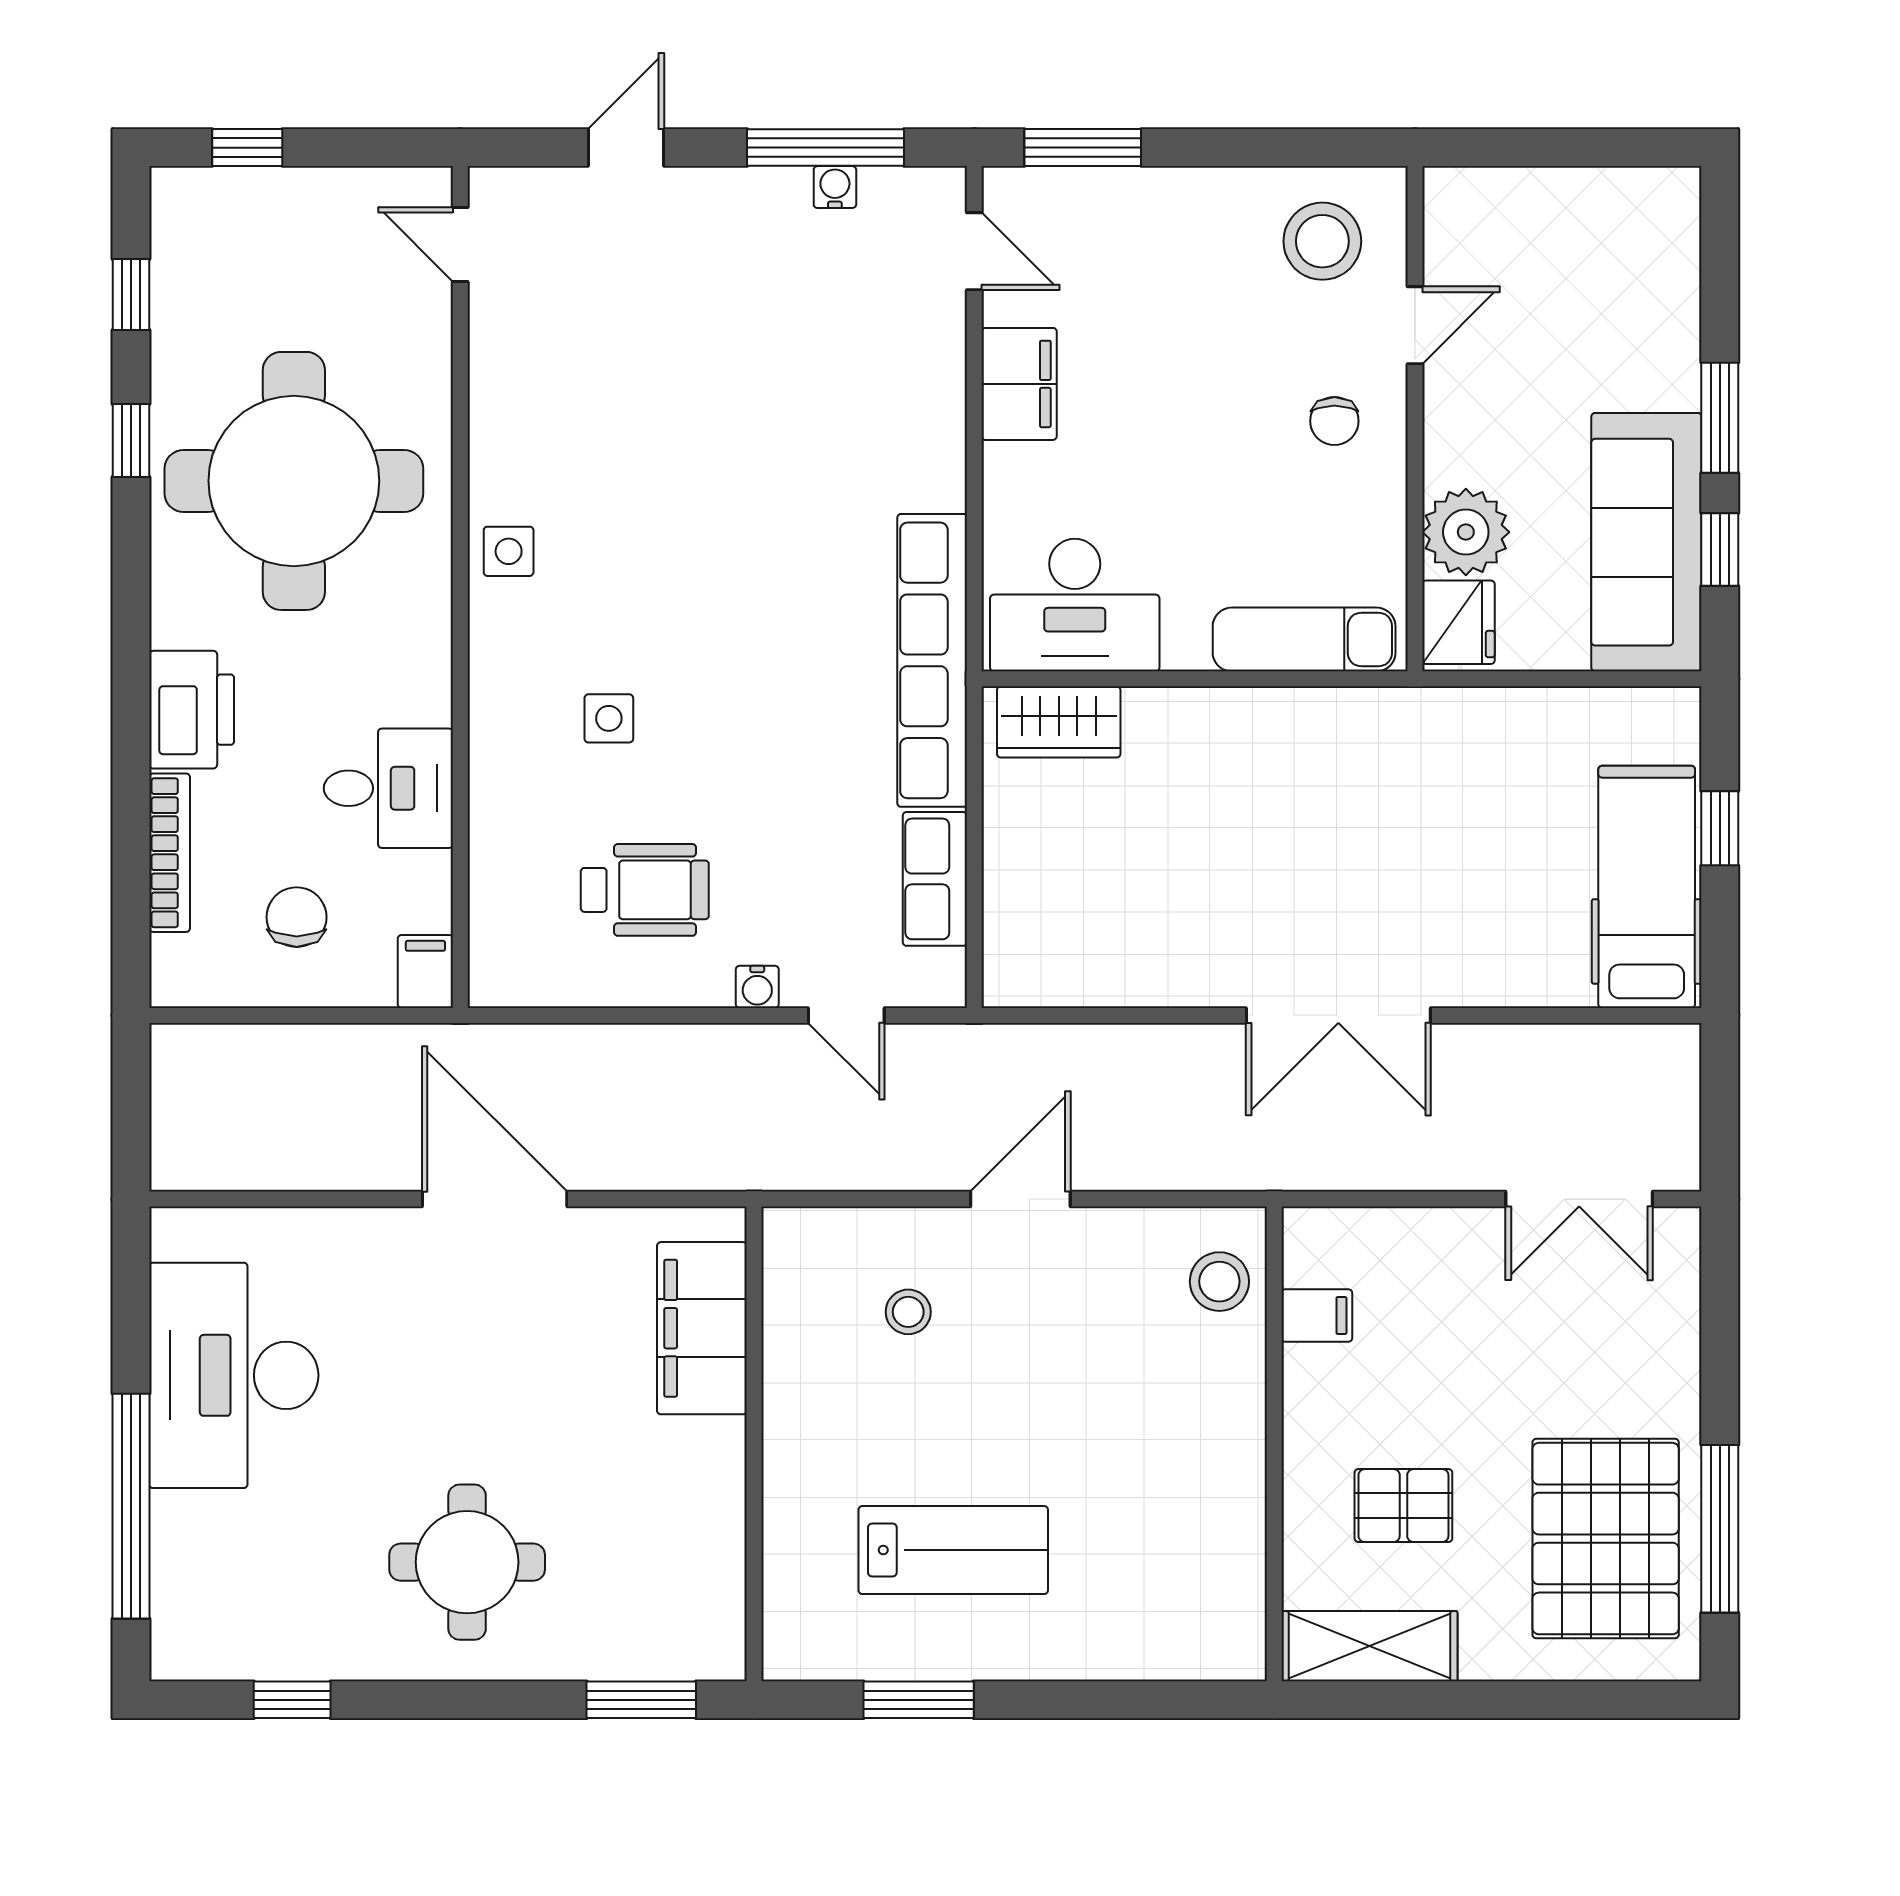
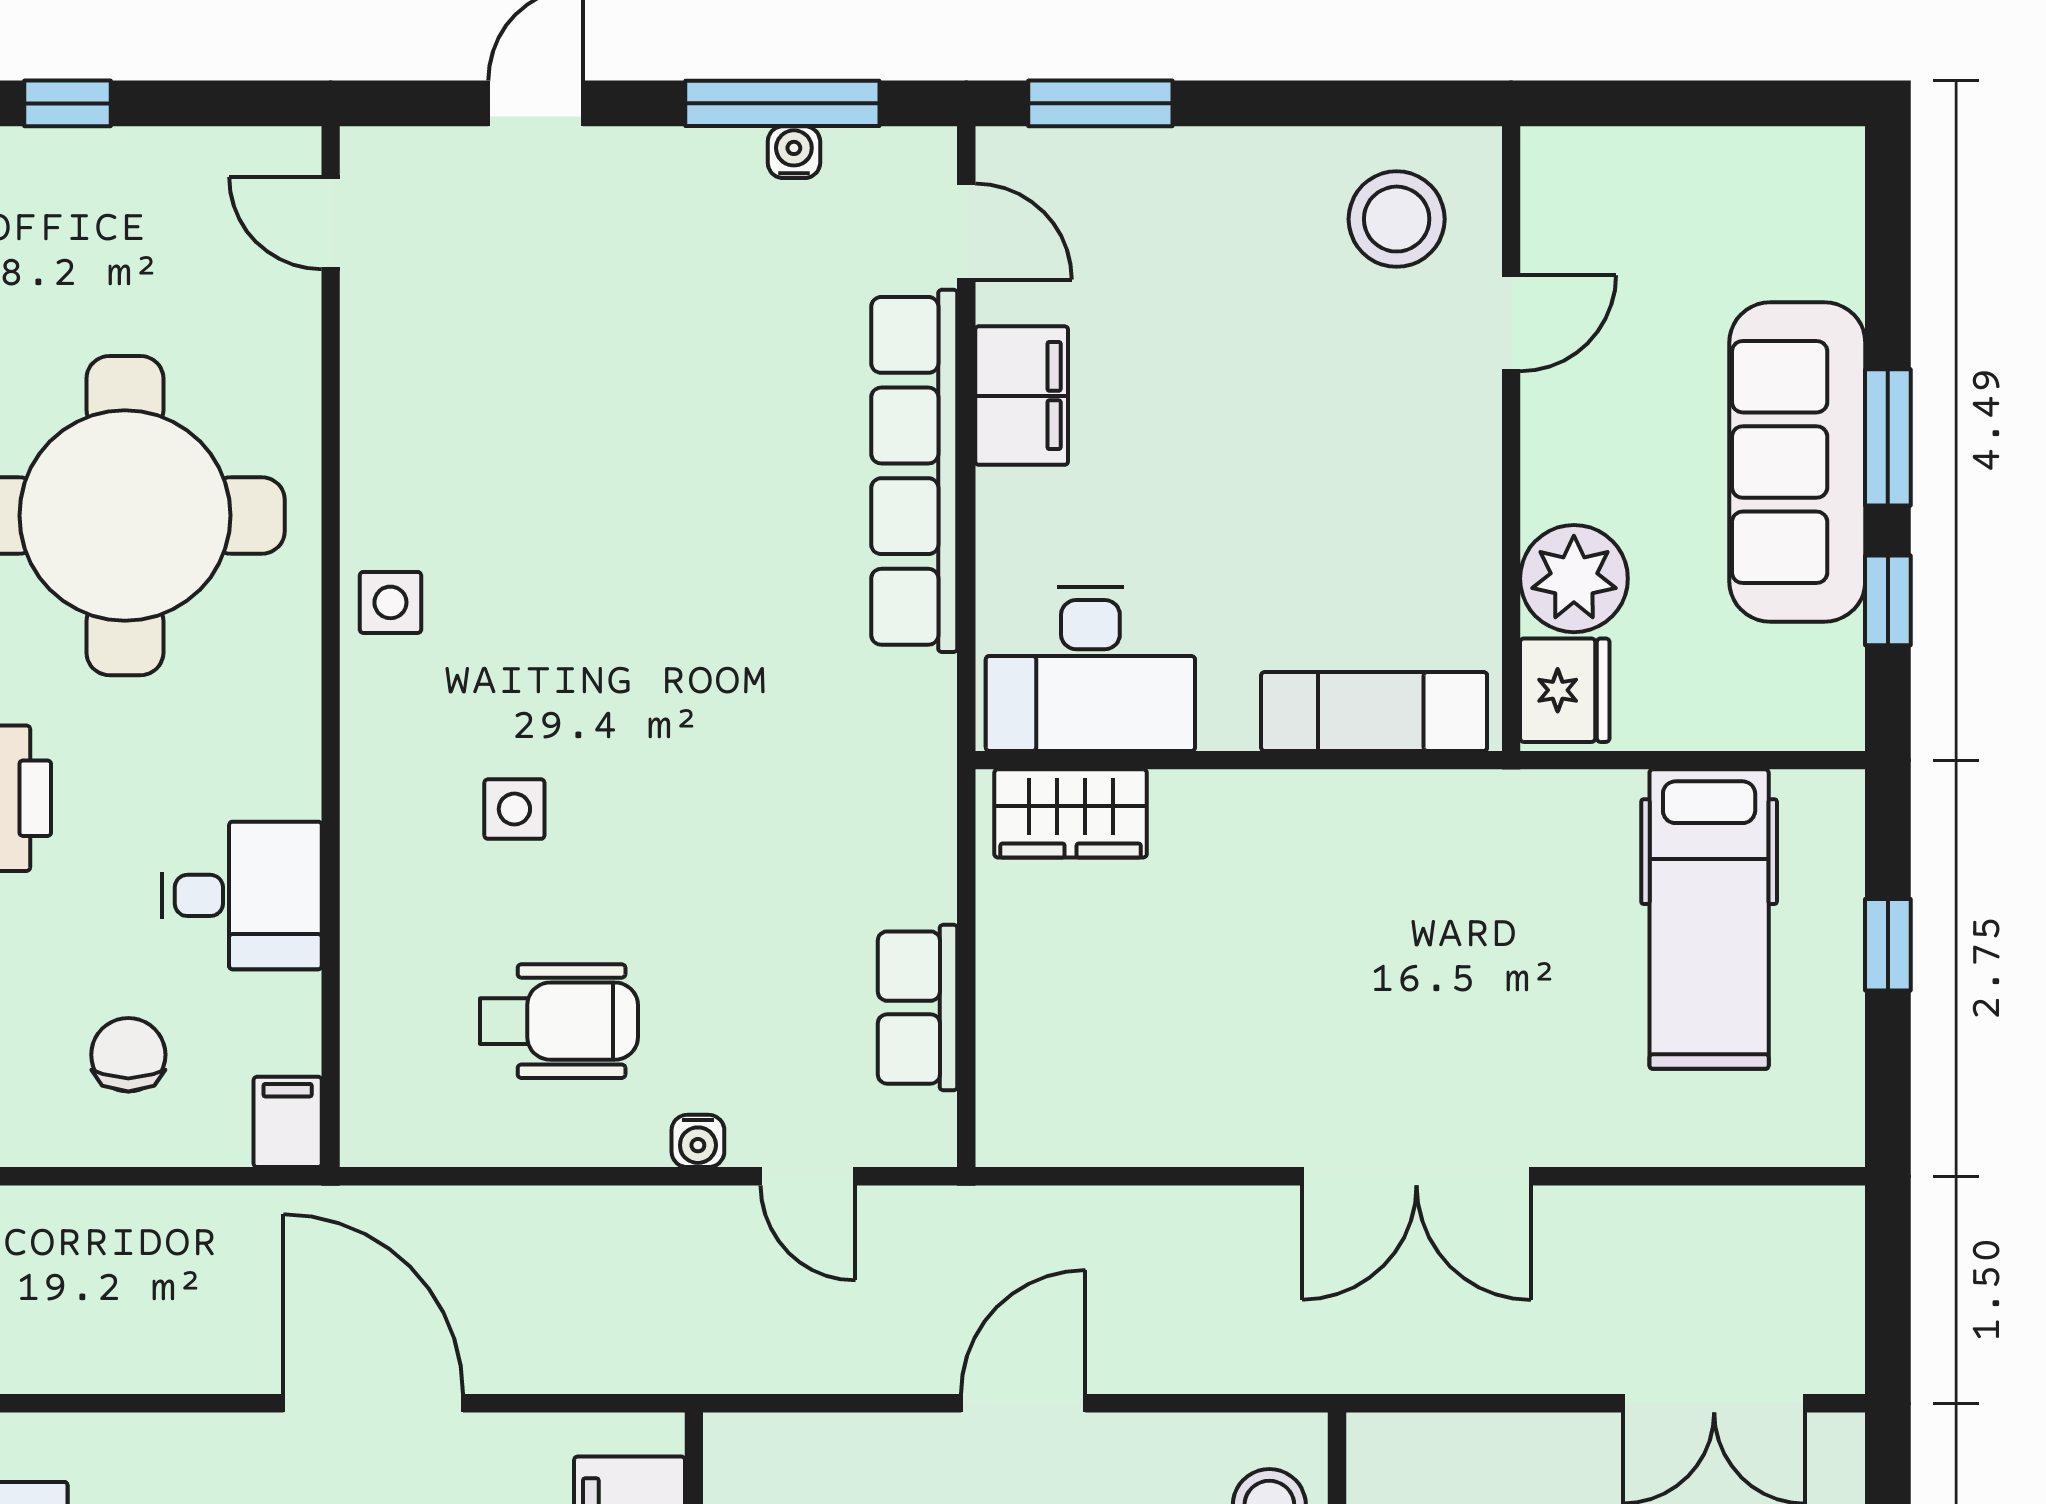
chair: (1334, 421) -> (1411, 441), removed
sofa: (1646, 542) -> (1797, 462), moved
row of seats: (932, 660) -> (914, 471), moved
hospital bed: (1647, 887) -> (1709, 919), moved, turned 180

